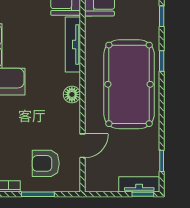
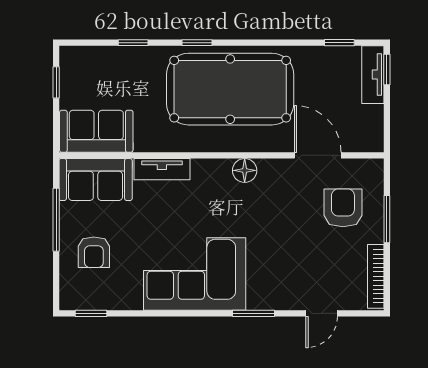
tv unit: (73, 44) -> (162, 169), width x0.71
door: (83, 146) -> (318, 155), width x1.38
armchair: (46, 163) -> (343, 208), turned 180

